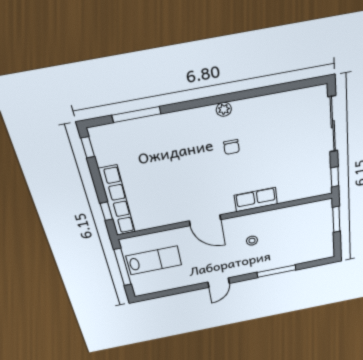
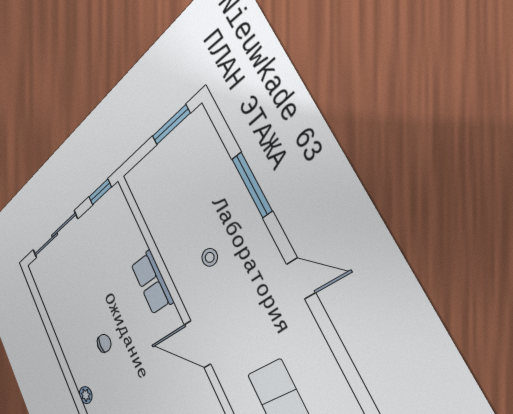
plant: (224, 109) -> (86, 395), moved
window: (336, 219) -> (171, 125), moved
door: (205, 220) -> (197, 344), swing flipped

